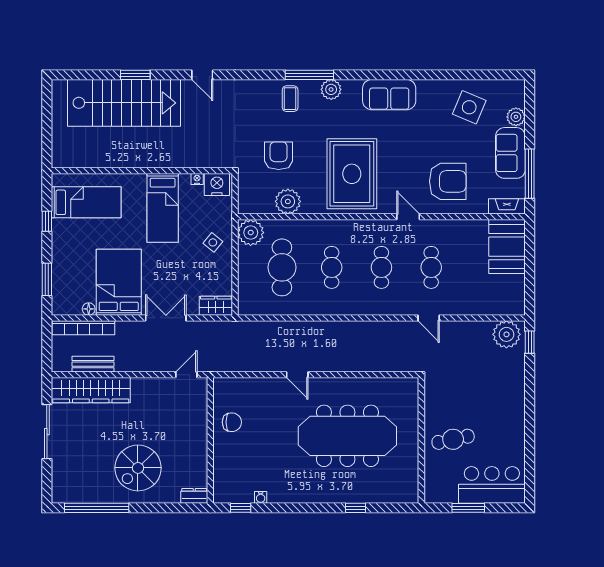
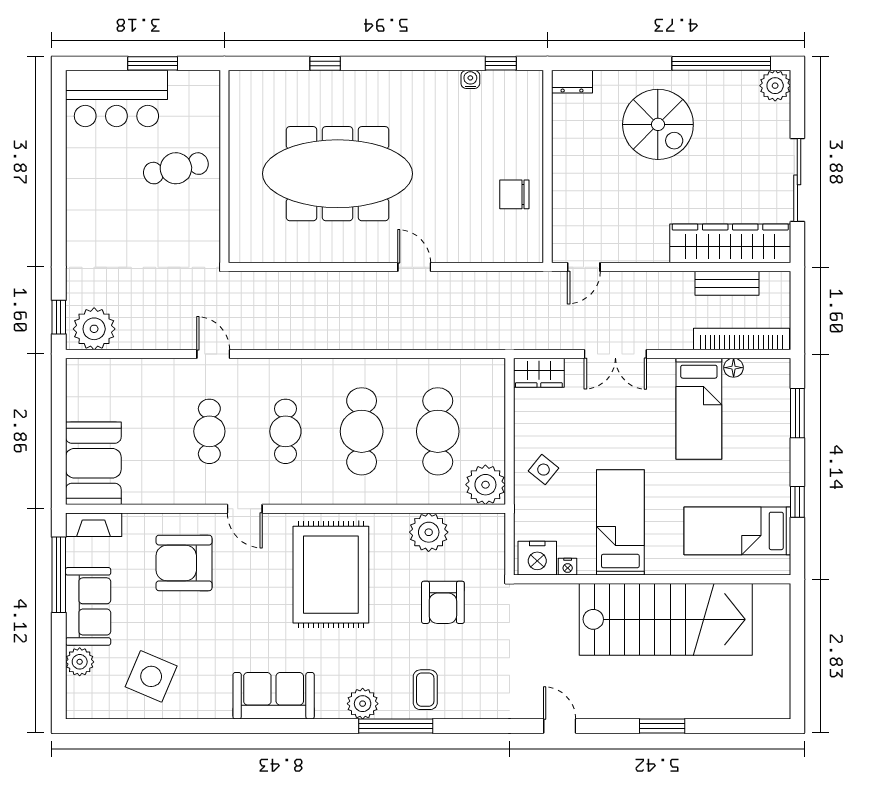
stairs: (124, 103) -> (666, 619), moved, turned 180
cafe table: (332, 267) -> (362, 431), width x1.37, depth x1.35
bed: (119, 282) -> (699, 409), width x0.67
spiral stairs: (138, 468) -> (658, 124), turned 90
plant: (61, 493) -> (775, 86), added

